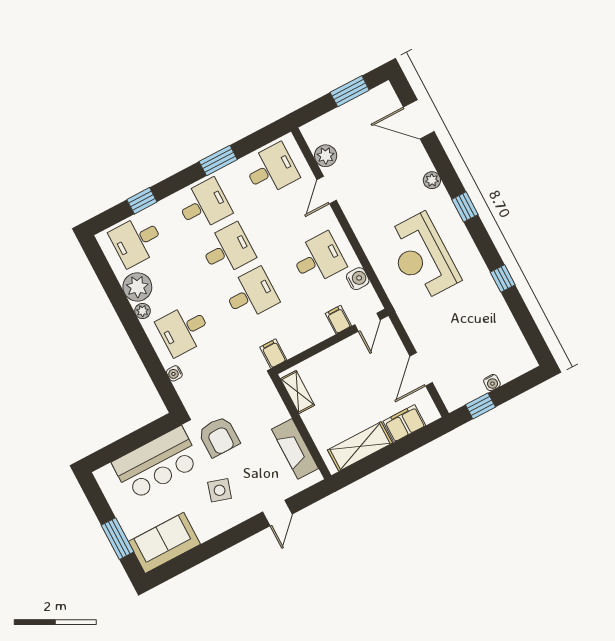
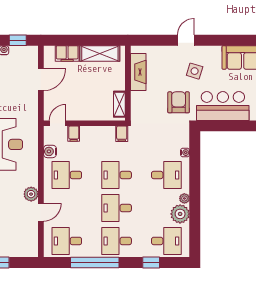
plant: (326, 156) -> (31, 194), moved
window: (218, 161) -> (95, 262), width x2.11
door: (277, 513) -> (186, 40), moved

